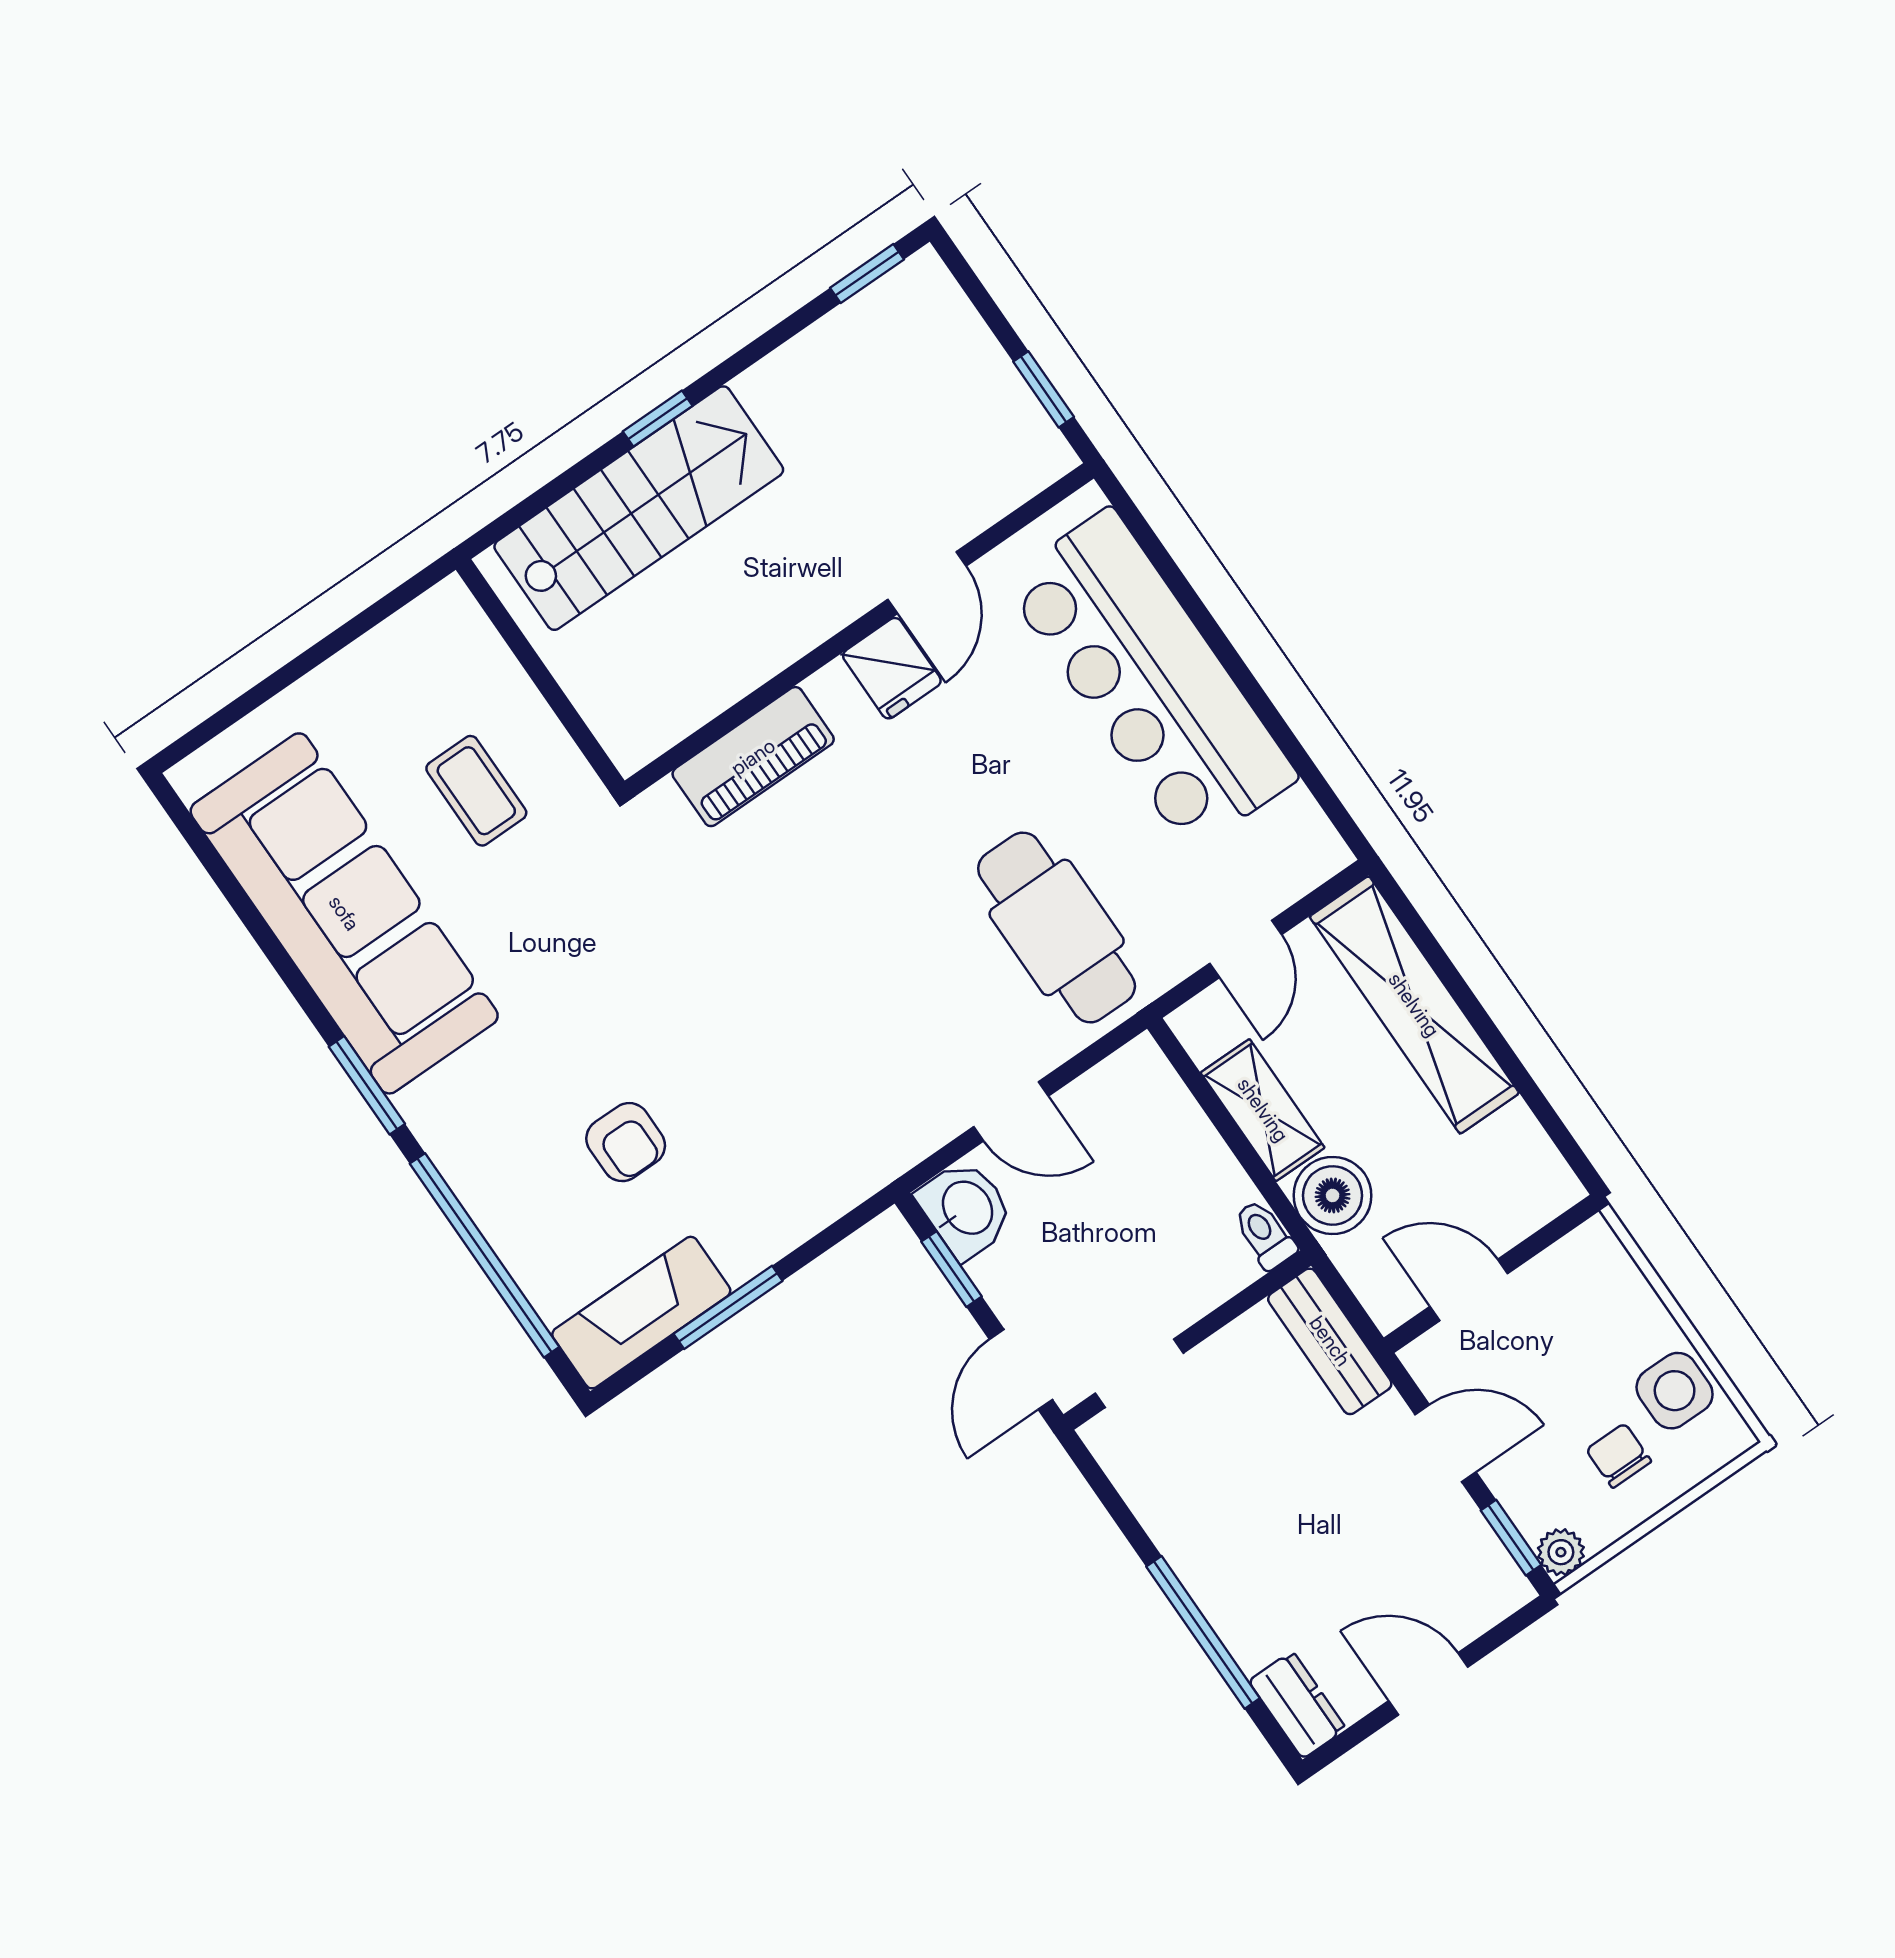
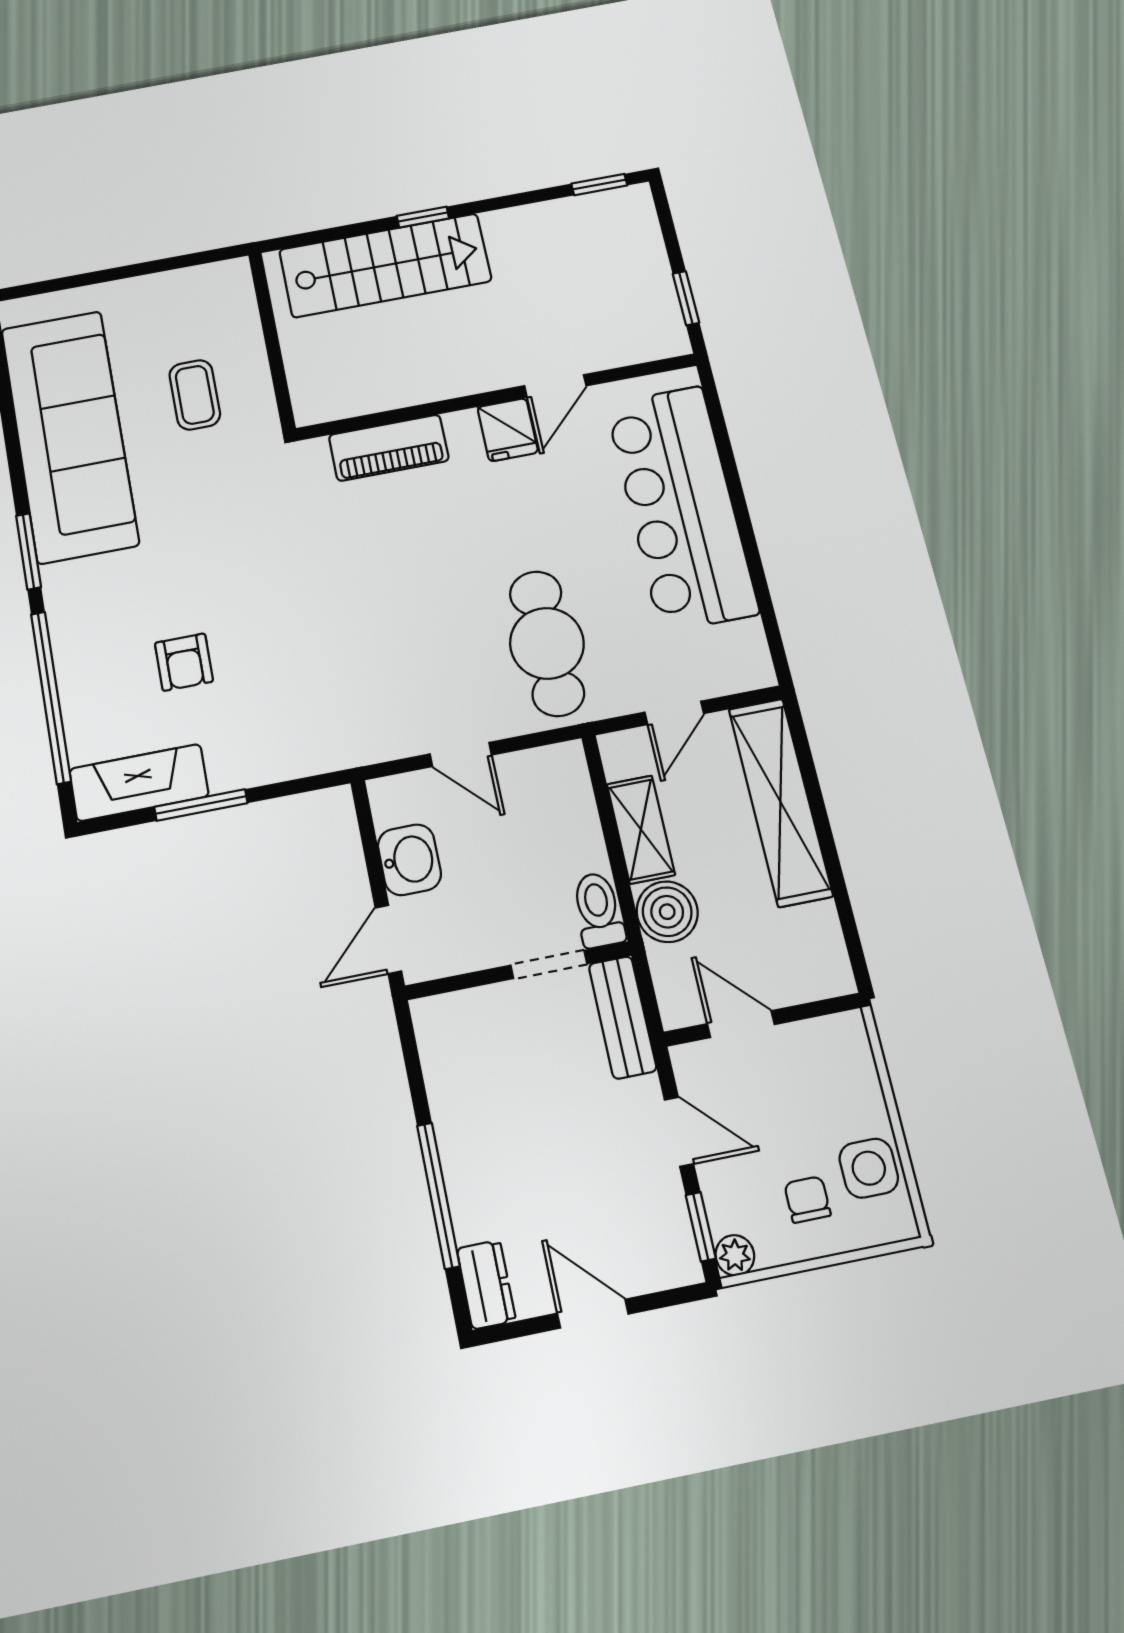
washbasin: (966, 1209) -> (409, 860), moved
toilet: (1265, 1235) -> (598, 910), width x1.37, depth x1.39
window: (951, 1269) -> (370, 846), removed
doorway: (1139, 1373) -> (549, 964), moved

